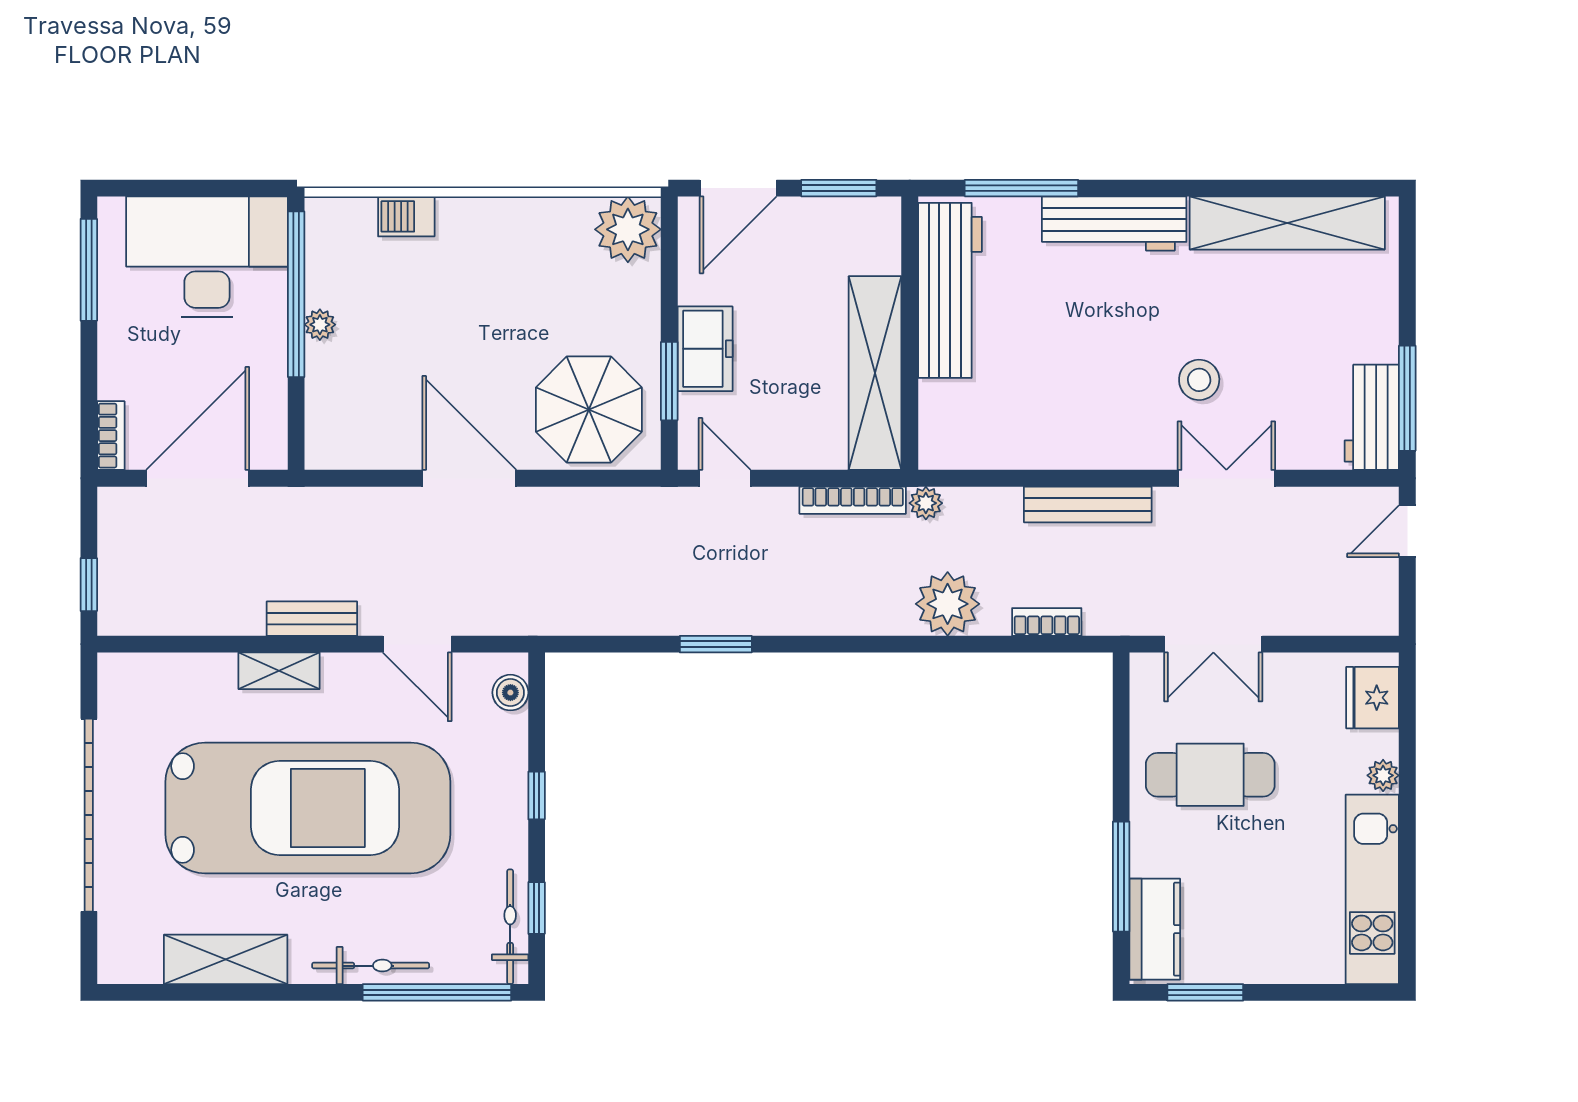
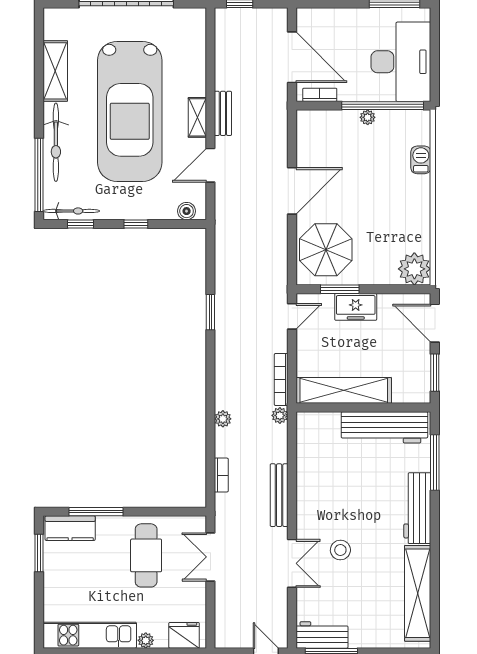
bookcase: (111, 436) -> (320, 95), moved, turned 180
plant: (948, 604) -> (223, 419), width x0.53, depth x0.53
shelving: (279, 671) -> (197, 117), moved
bicycle: (371, 966) -> (56, 142), width x1.37, depth x1.40

